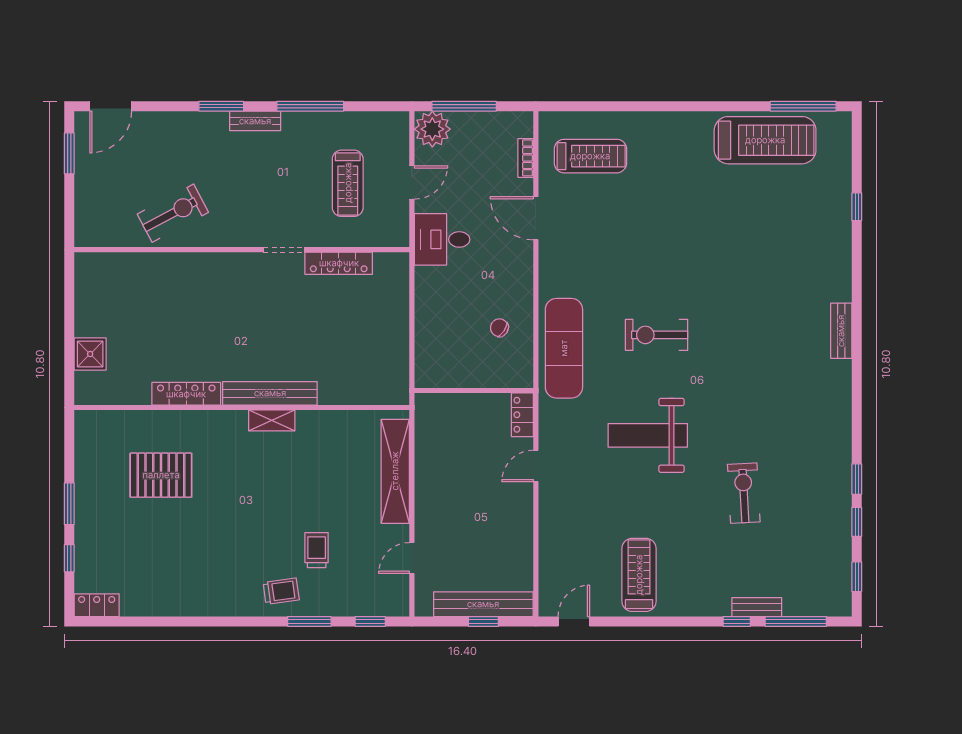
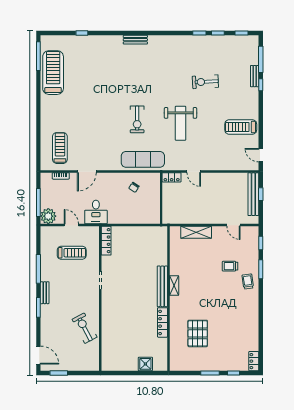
locker: (339, 263) -> (106, 241), moved
shelving: (395, 471) -> (196, 232), width x0.68

